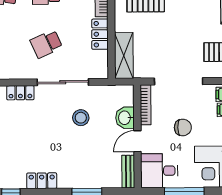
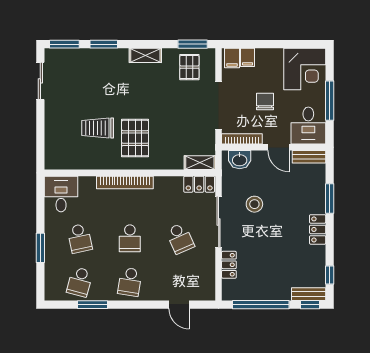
locker: (100, 34) -> (199, 184), moved
shelving: (124, 56) -> (200, 163), width x0.67, depth x0.75
washbasin: (125, 118) -> (240, 160), moved
locker: (42, 181) -> (318, 229), moved

